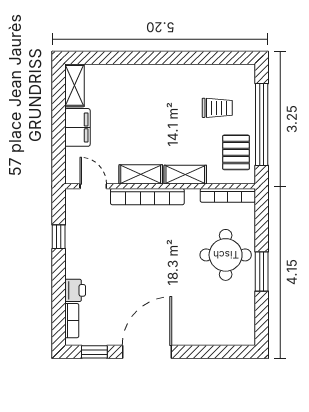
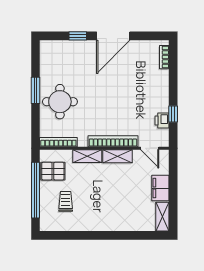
trolley: (217, 108) -> (66, 201), turned 90
pallet: (236, 152) -> (53, 171), turned 90
printer: (75, 290) -> (162, 121), moved
window: (94, 352) -> (78, 36), moved

